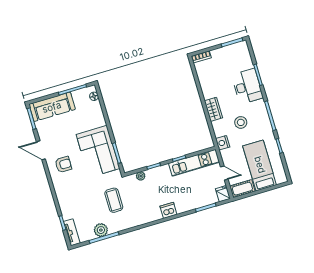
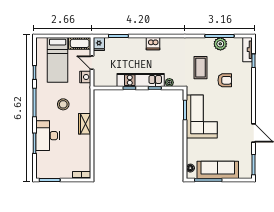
sofa: (52, 107) -> (218, 170), moved
nightstand: (223, 143) -> (85, 77), moved
kitchen unit: (194, 163) -> (141, 80), moved
armchair: (63, 165) -> (225, 80), moved, turned 180

